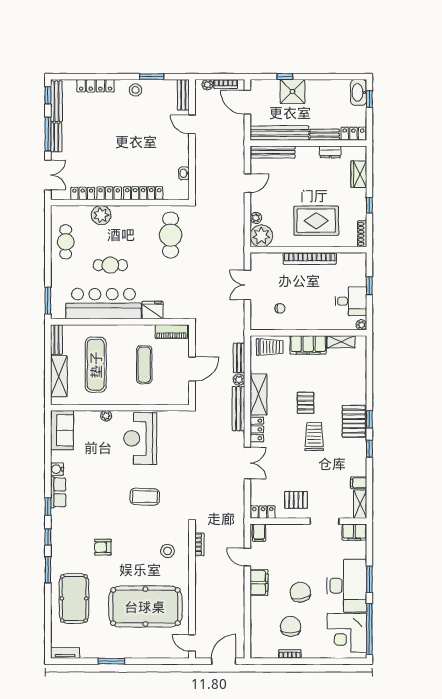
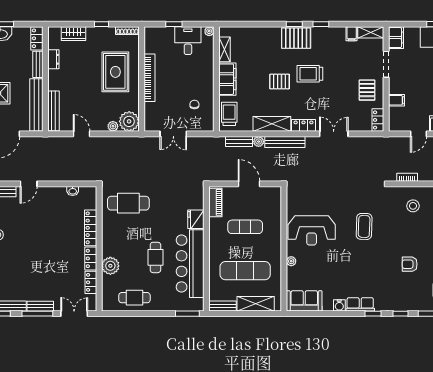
filing cabinet: (259, 533) -> (397, 100), moved
armchair: (103, 547) -> (410, 264), turned 90

